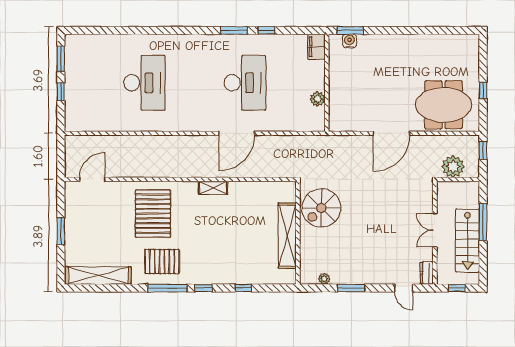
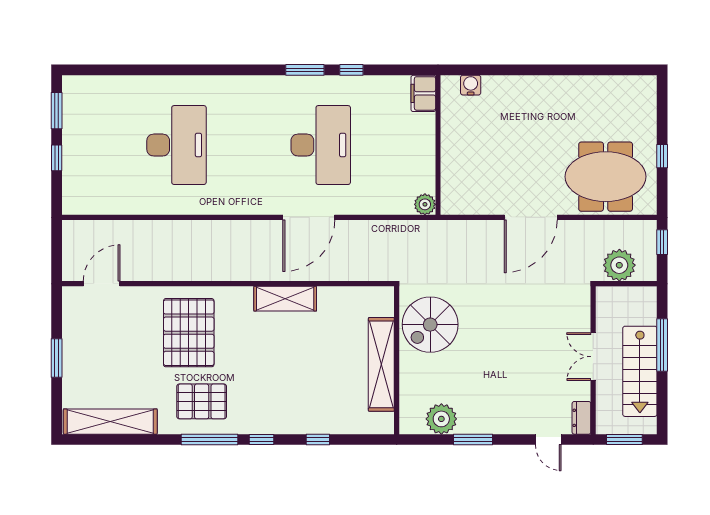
window: (350, 30) -> (472, 70), removed
plant: (318, 99) -> (425, 204), moved
shelving: (213, 188) -> (285, 299), width x1.50, depth x1.33
plant: (324, 279) -> (441, 419), width x1.87, depth x1.87
window: (457, 288) -> (624, 440), width x1.50

